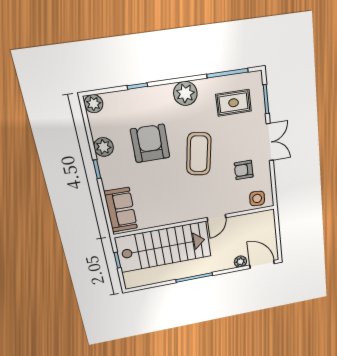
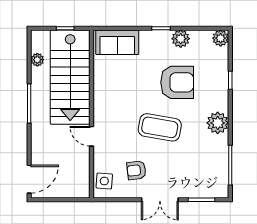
rug: (234, 103) -> (203, 168), removed
armchair: (244, 170) -> (136, 170), turned -97
plant: (240, 262) -> (37, 60), moved

